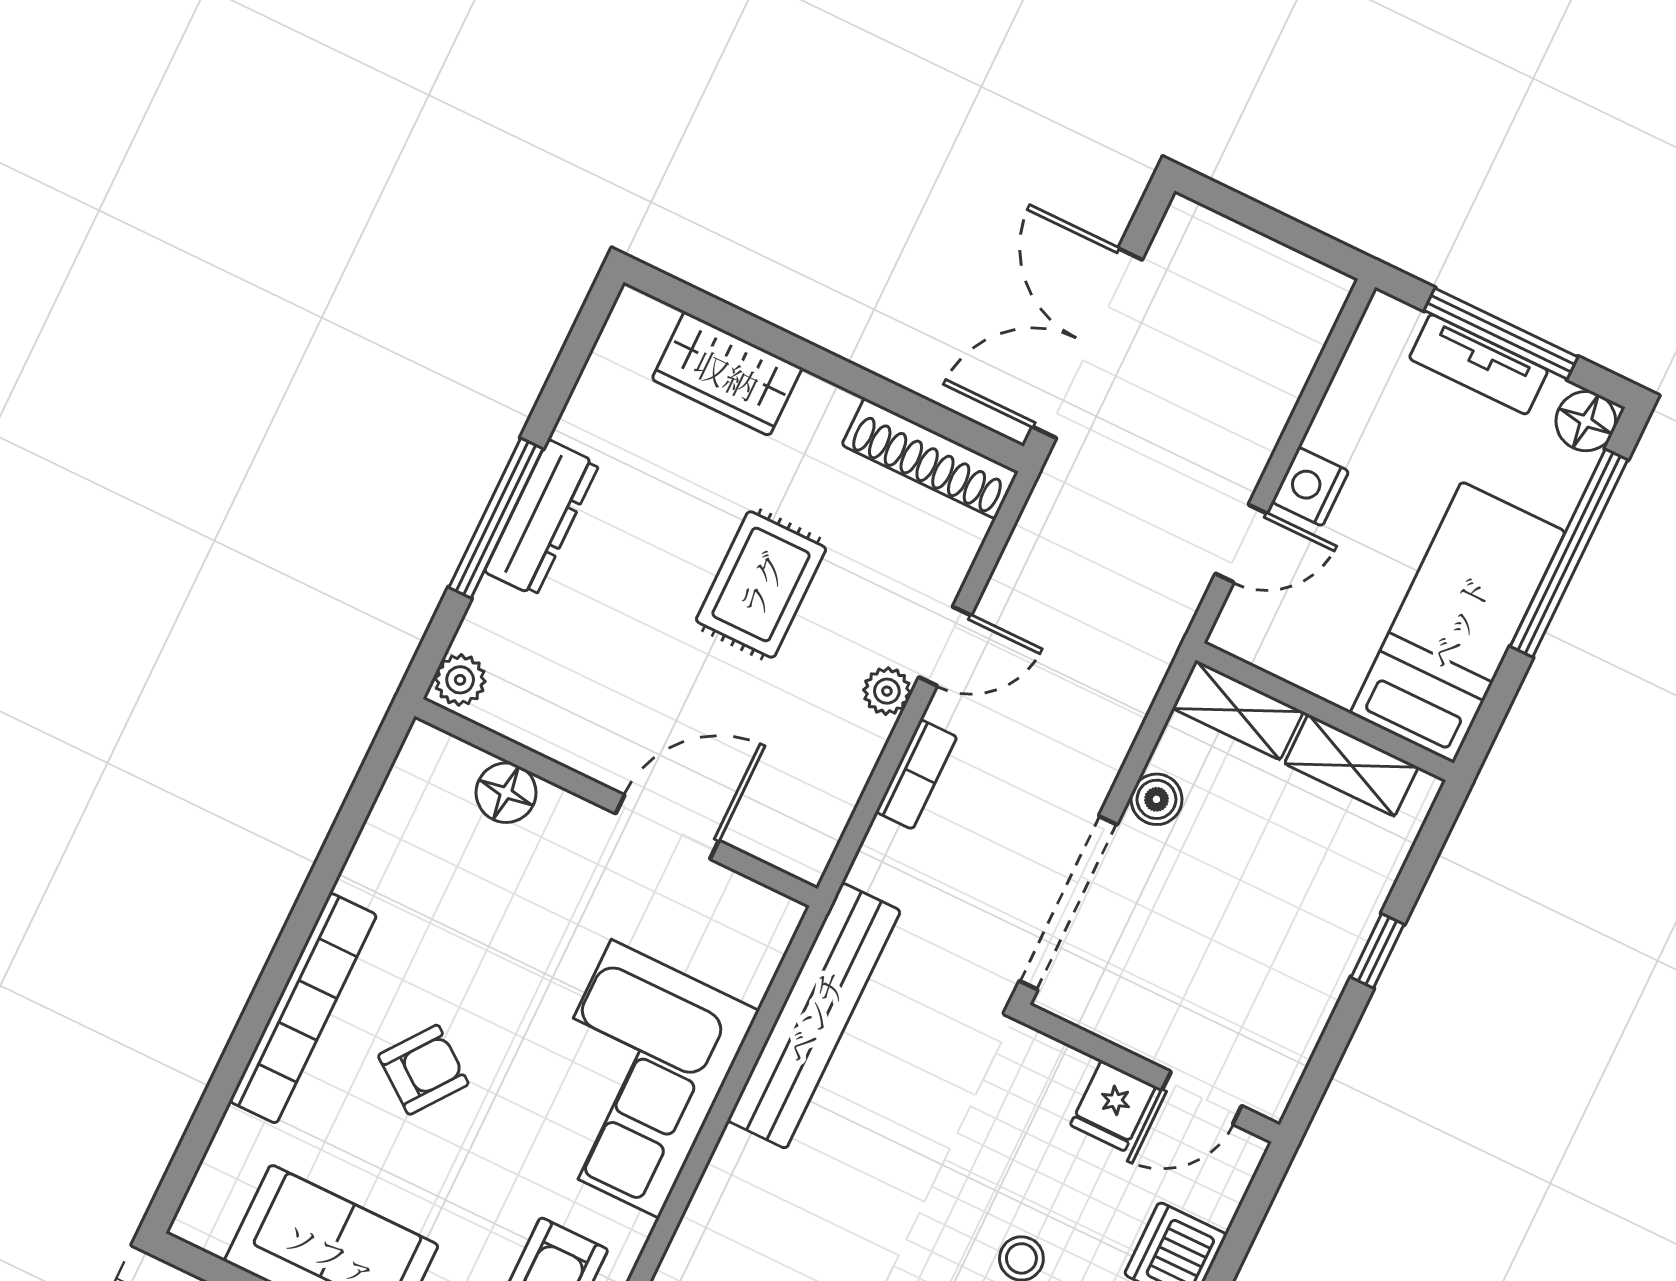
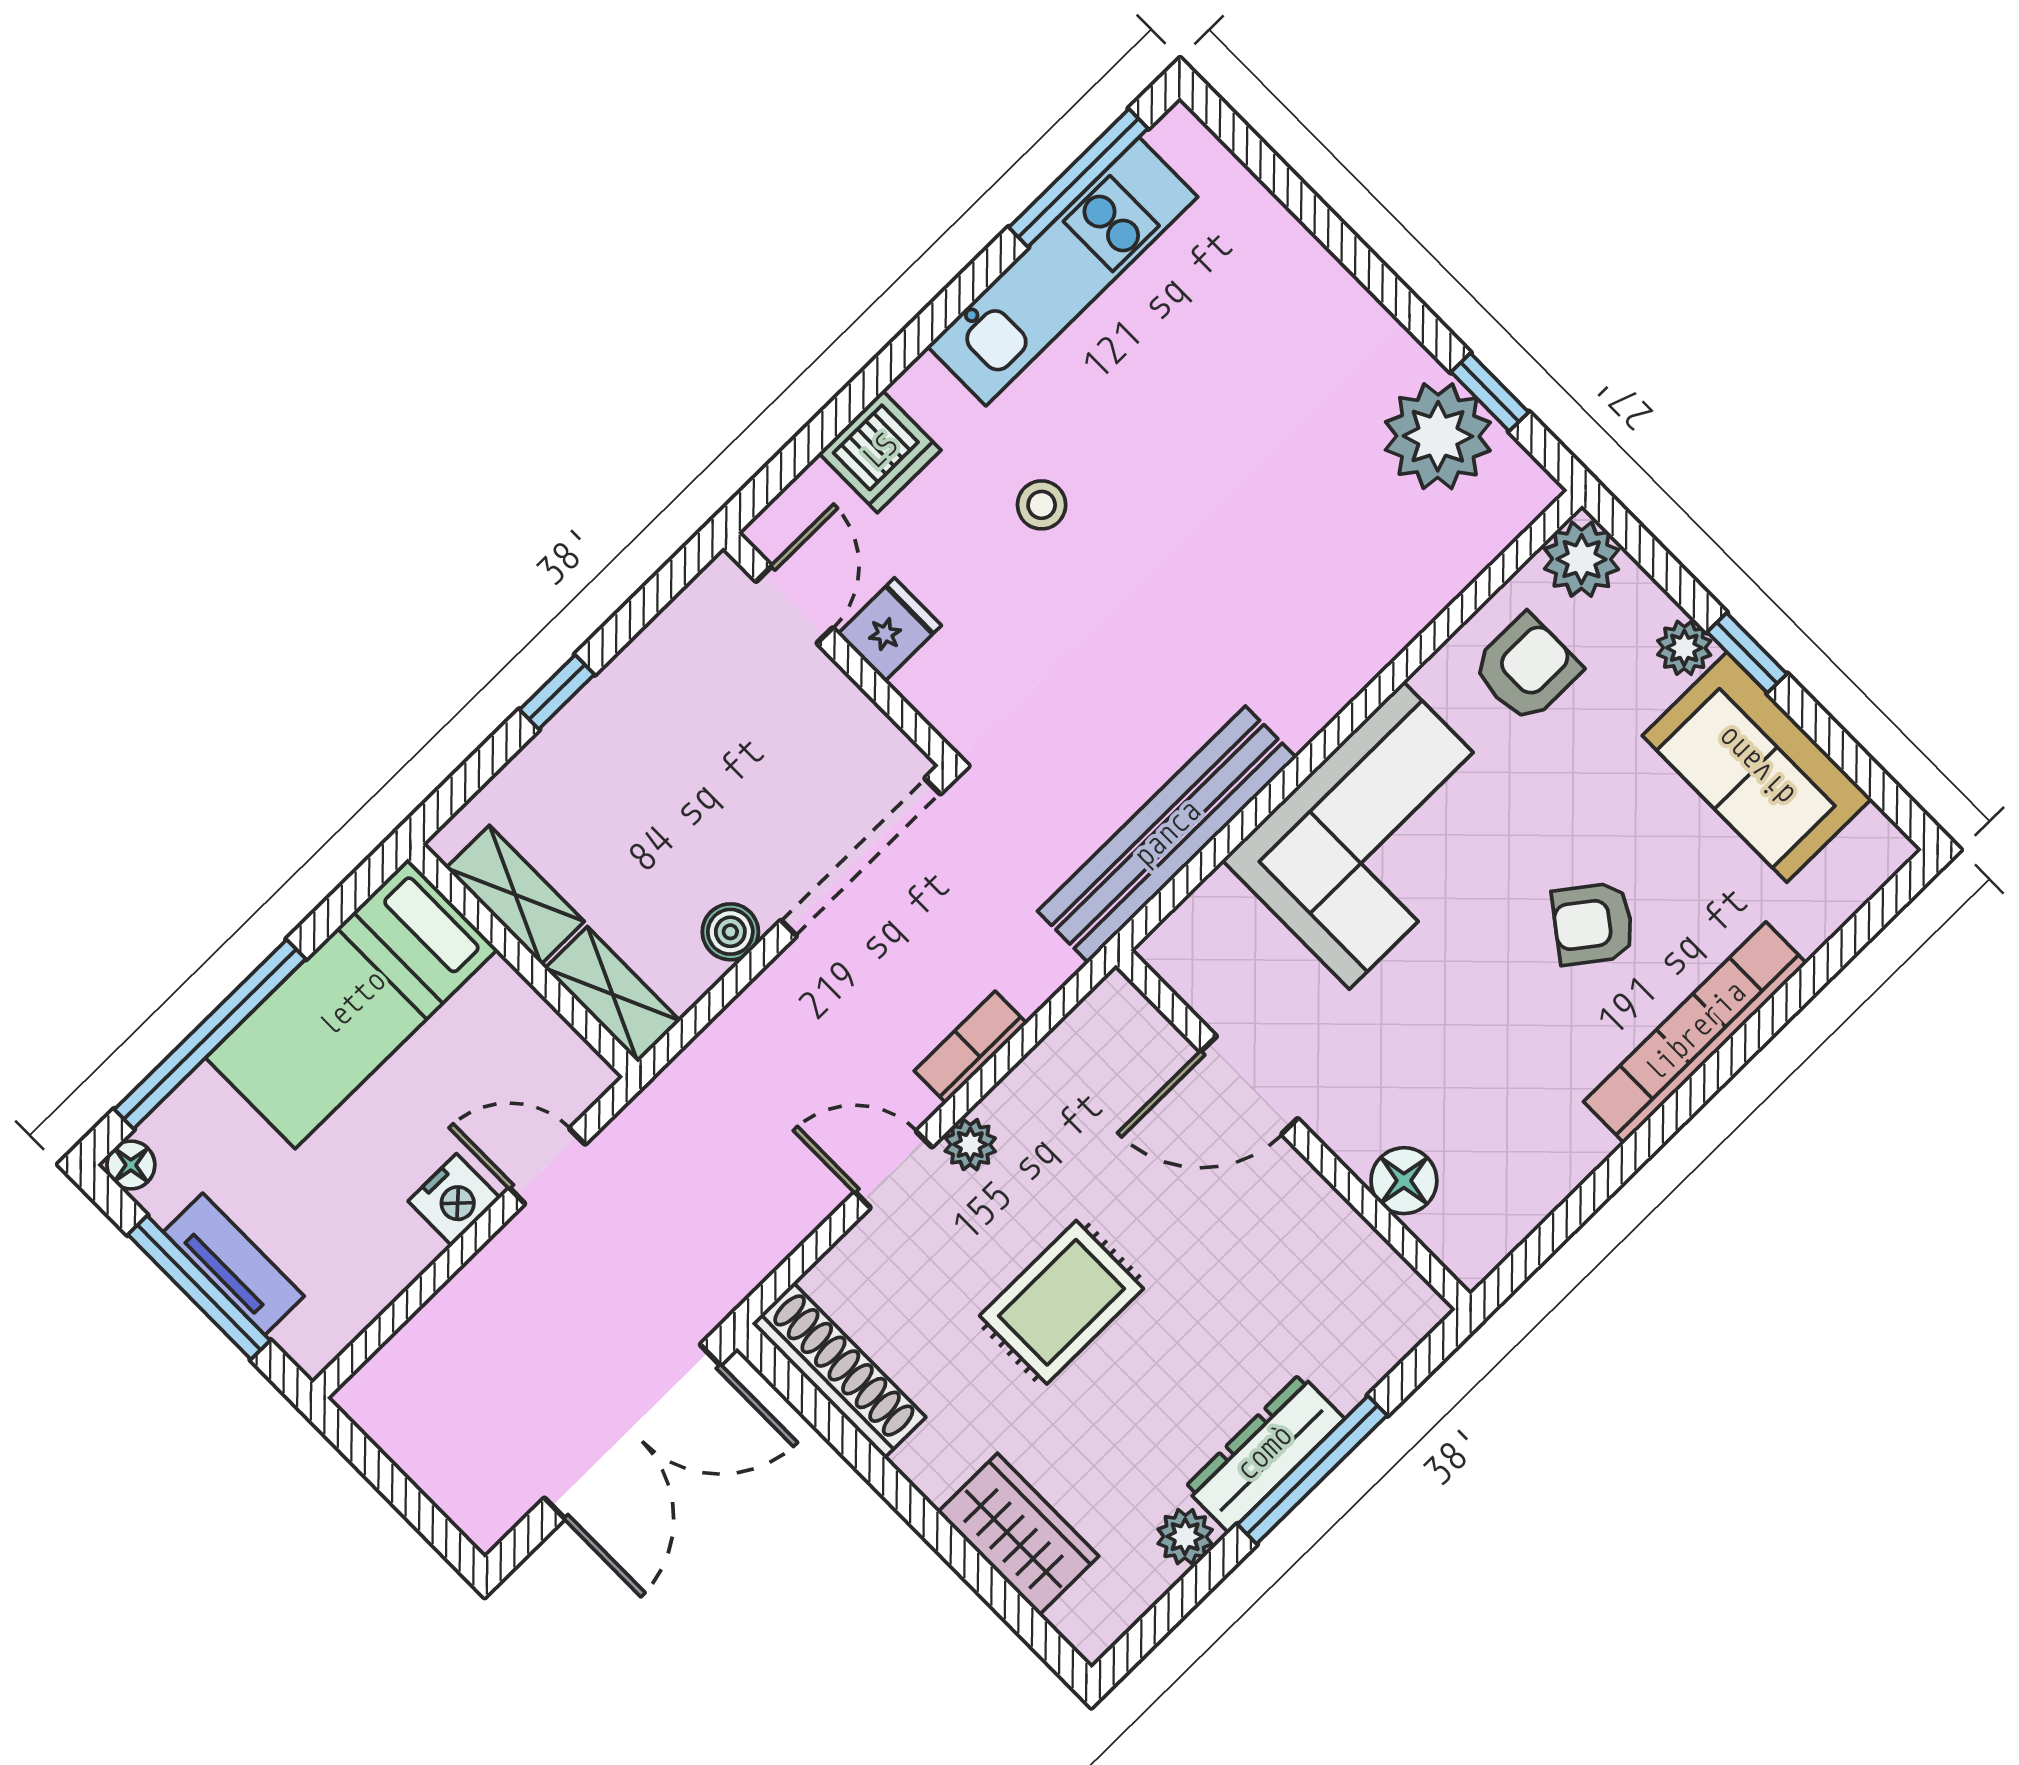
floor lamp: (1586, 421) -> (131, 1165), width x0.73, depth x0.73
plant: (460, 680) -> (1185, 1537), moved
door: (1202, 1098) -> (794, 605), hinge flipped

